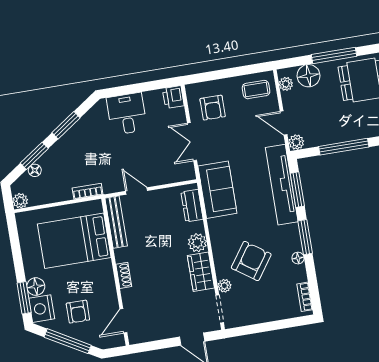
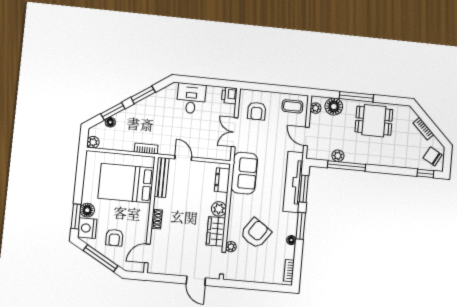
plant: (296, 142) -> (338, 156), moved

